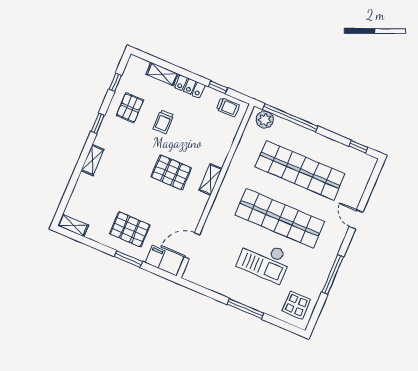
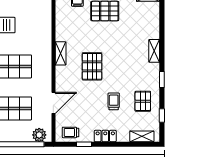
shelving: (162, 74) -> (142, 136), moved
pallet: (171, 172) -> (92, 66), turned 90
shelving: (211, 179) -> (61, 53), moved
door: (192, 246) -> (53, 103), moved

